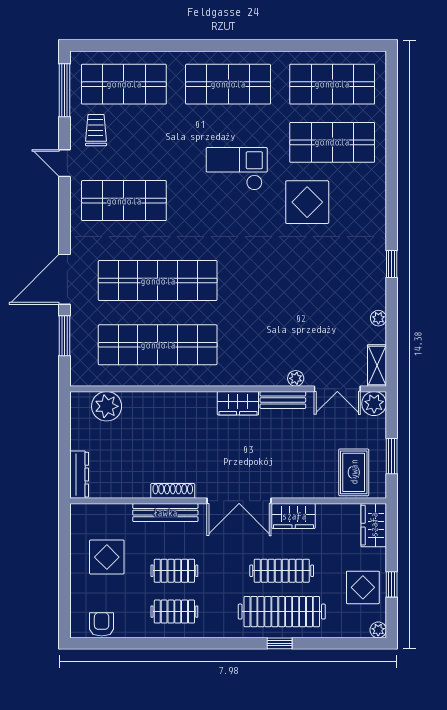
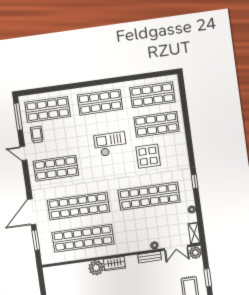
shop shelf: (298, 281) -> (149, 196), added
wardrobe: (238, 403) -> (114, 264), moved
plant: (107, 406) -> (96, 268), moved

